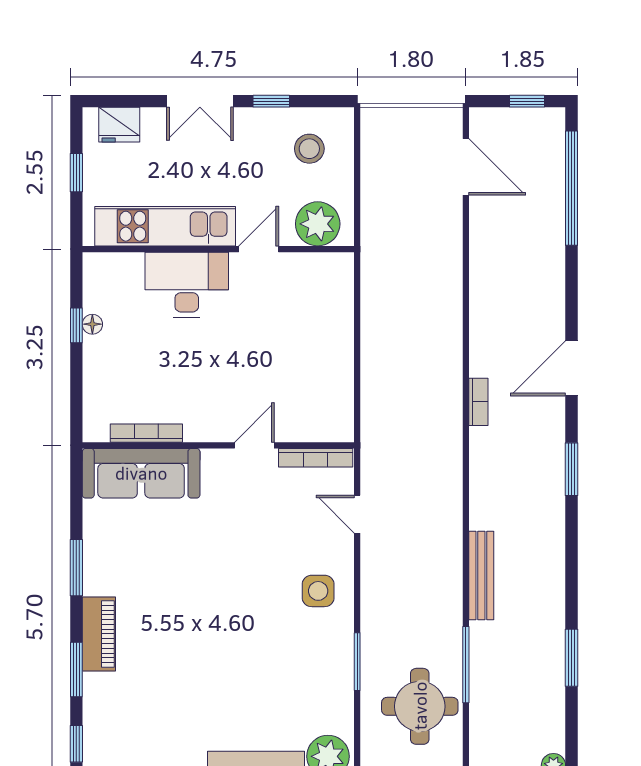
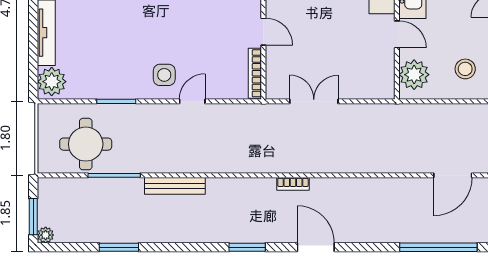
double door: (357, 371) -> (314, 101), added
door: (357, 514) -> (192, 101), moved

